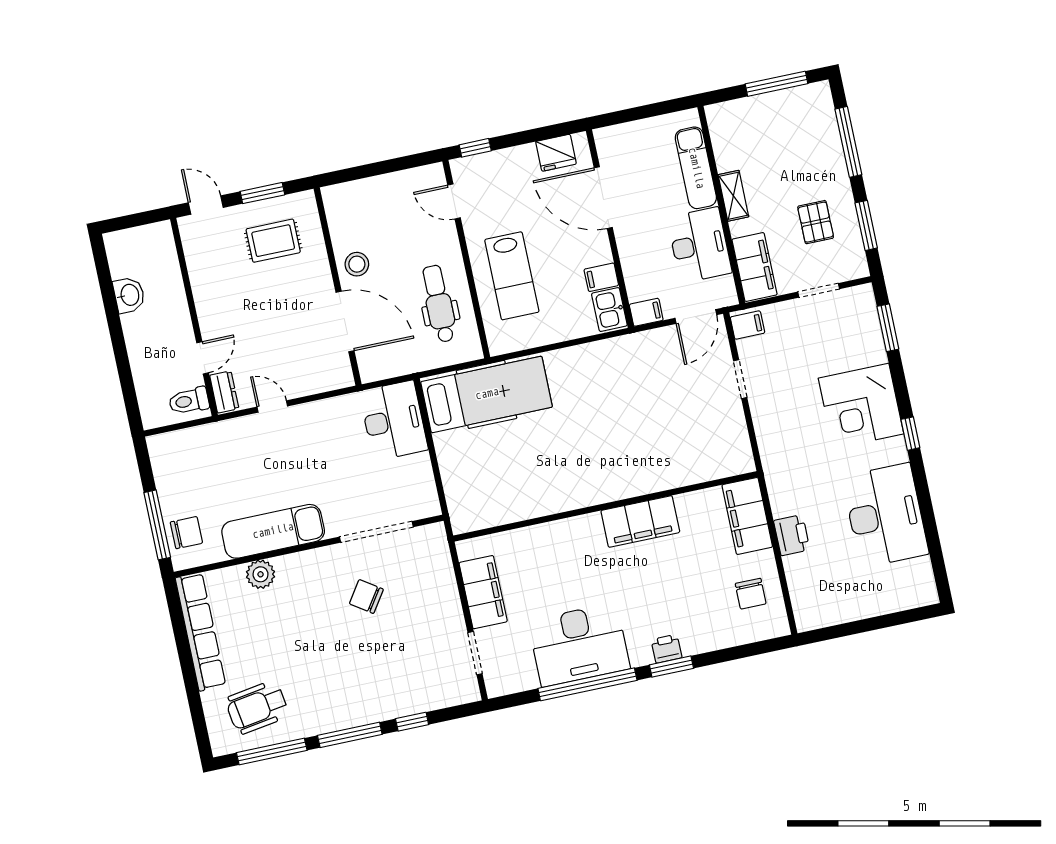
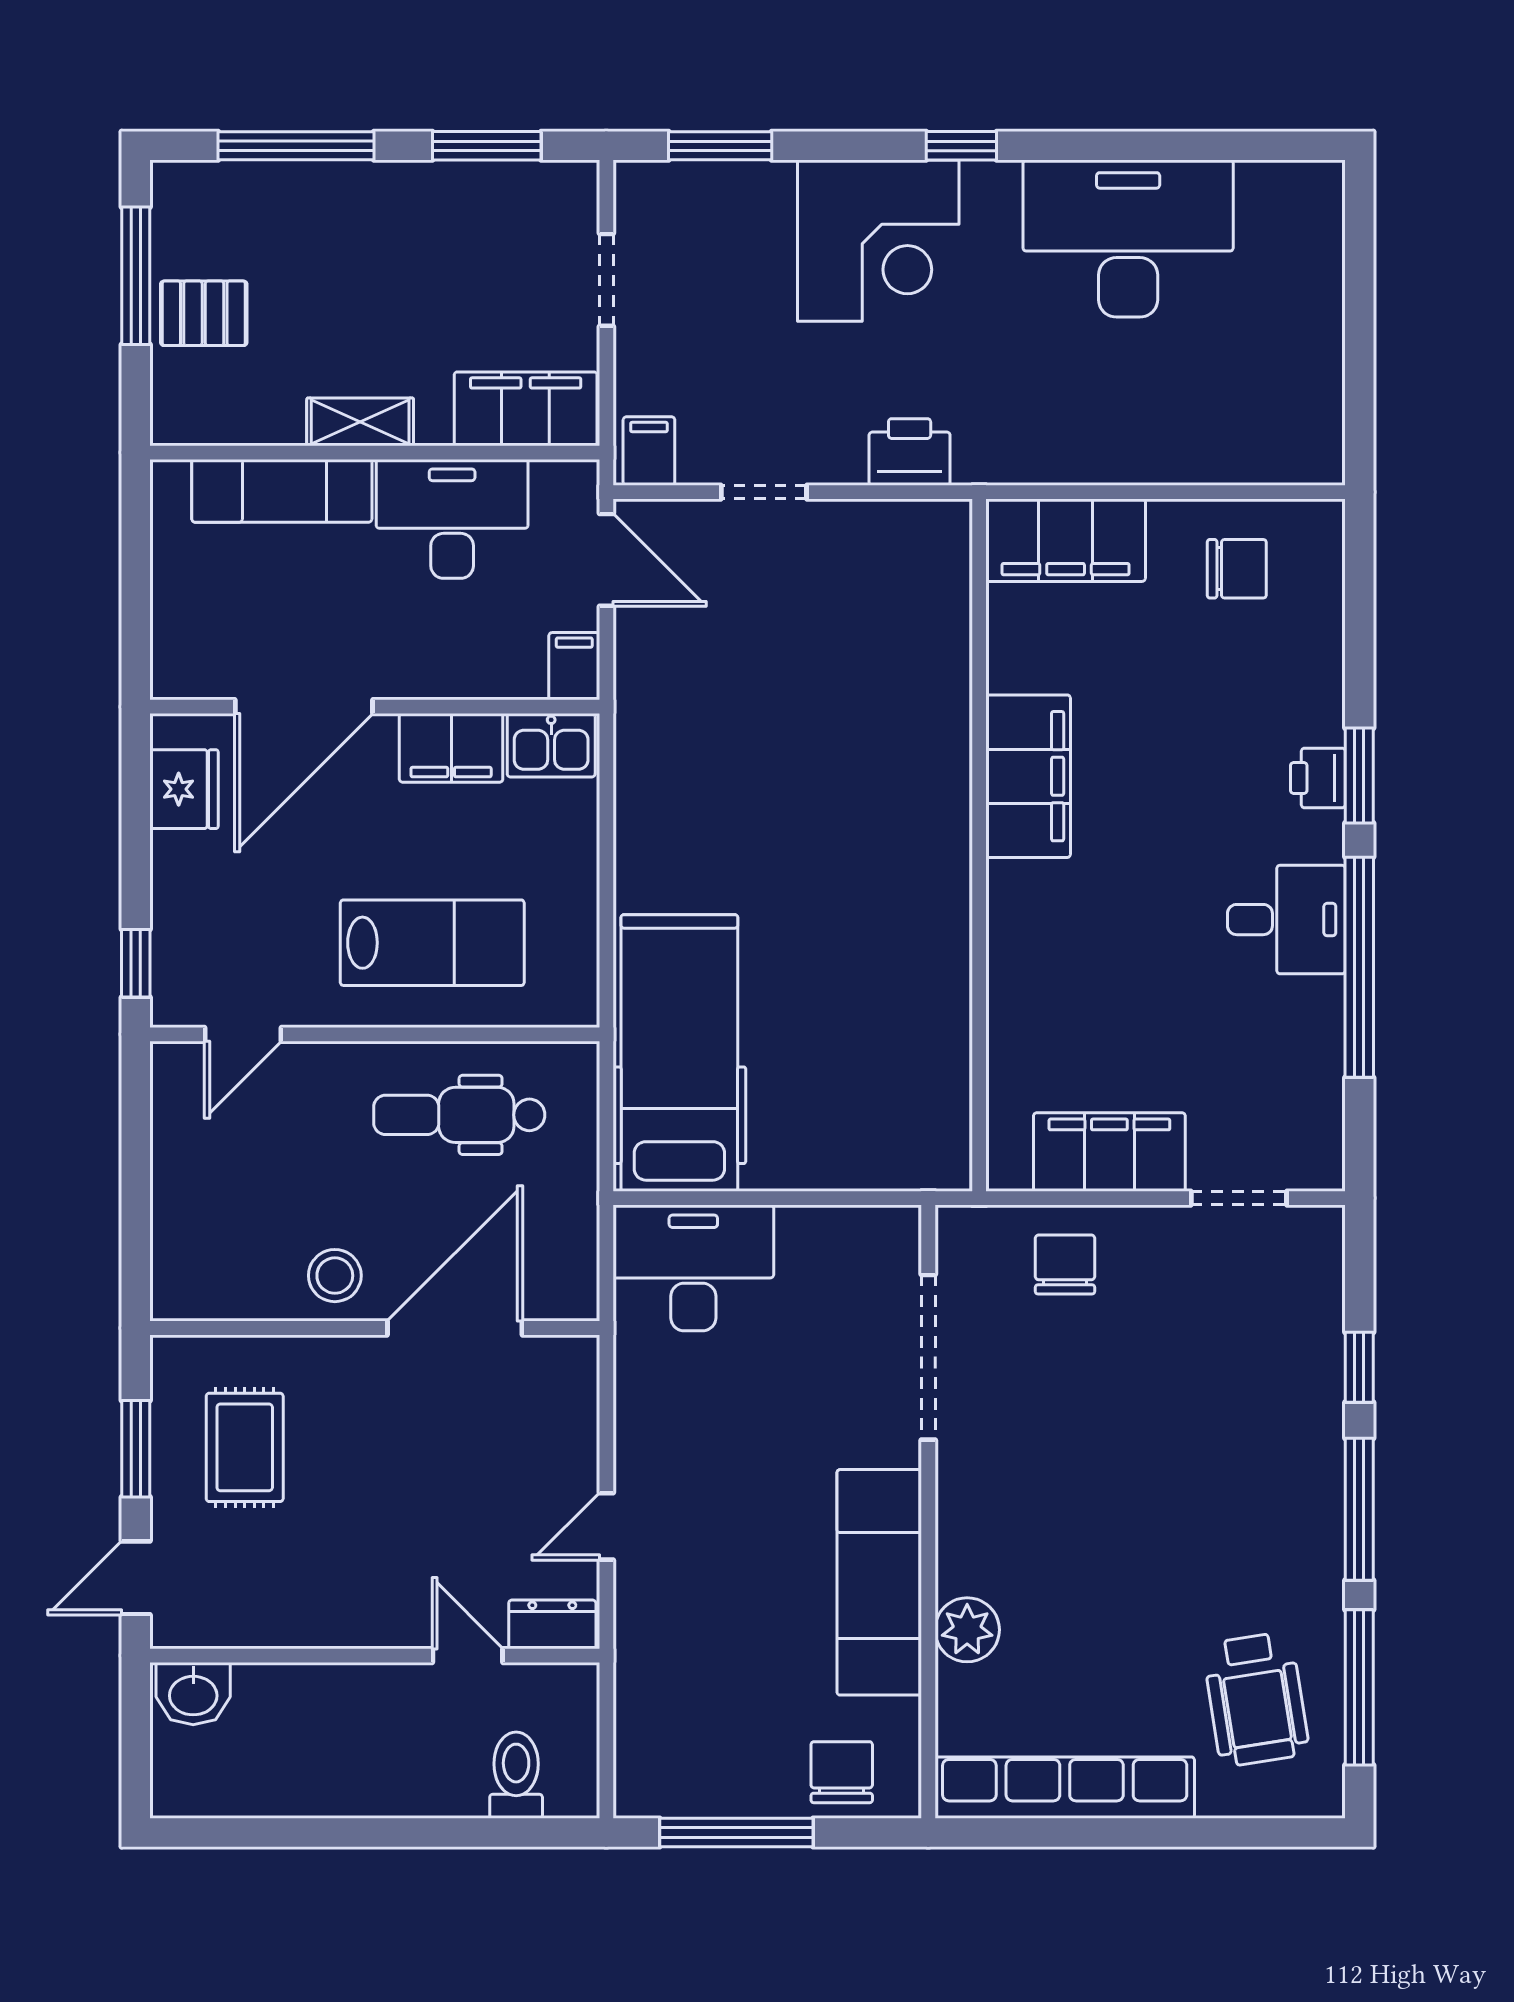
pallet: (816, 222) -> (204, 313), moved
filing cabinet: (601, 277) -> (451, 748), width x2.00
washbasin: (129, 295) -> (193, 1694), moved, turned 180
toilet: (189, 401) -> (516, 1775), moved, turned 180
window: (157, 525) -> (736, 1832), moved
printer: (792, 535) -> (910, 452), moved
chair: (366, 596) -> (1065, 1264), moved, turned 146
desk: (579, 645) -> (1286, 920), width x0.53, depth x0.77

